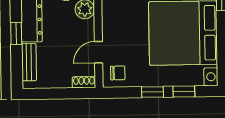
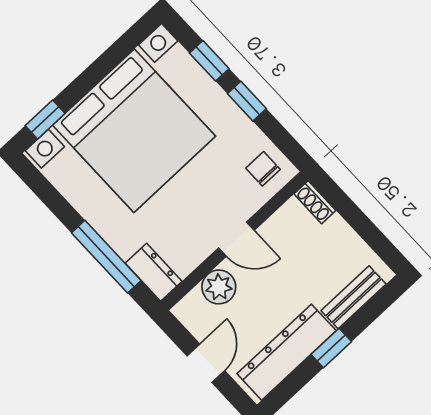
door: (99, 52) -> (236, 239), moved

